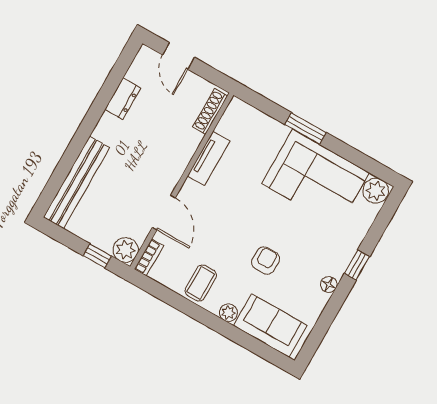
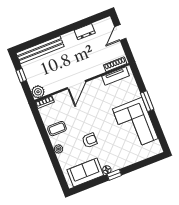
tv unit: (209, 158) -> (116, 76), moved
plant: (376, 191) -> (155, 148), removed
door: (164, 212) -> (76, 85), moved
window: (97, 256) -> (21, 75), moved
window: (357, 265) -> (114, 175), moved
sofa: (270, 325) -> (85, 173), moved, turned -90

